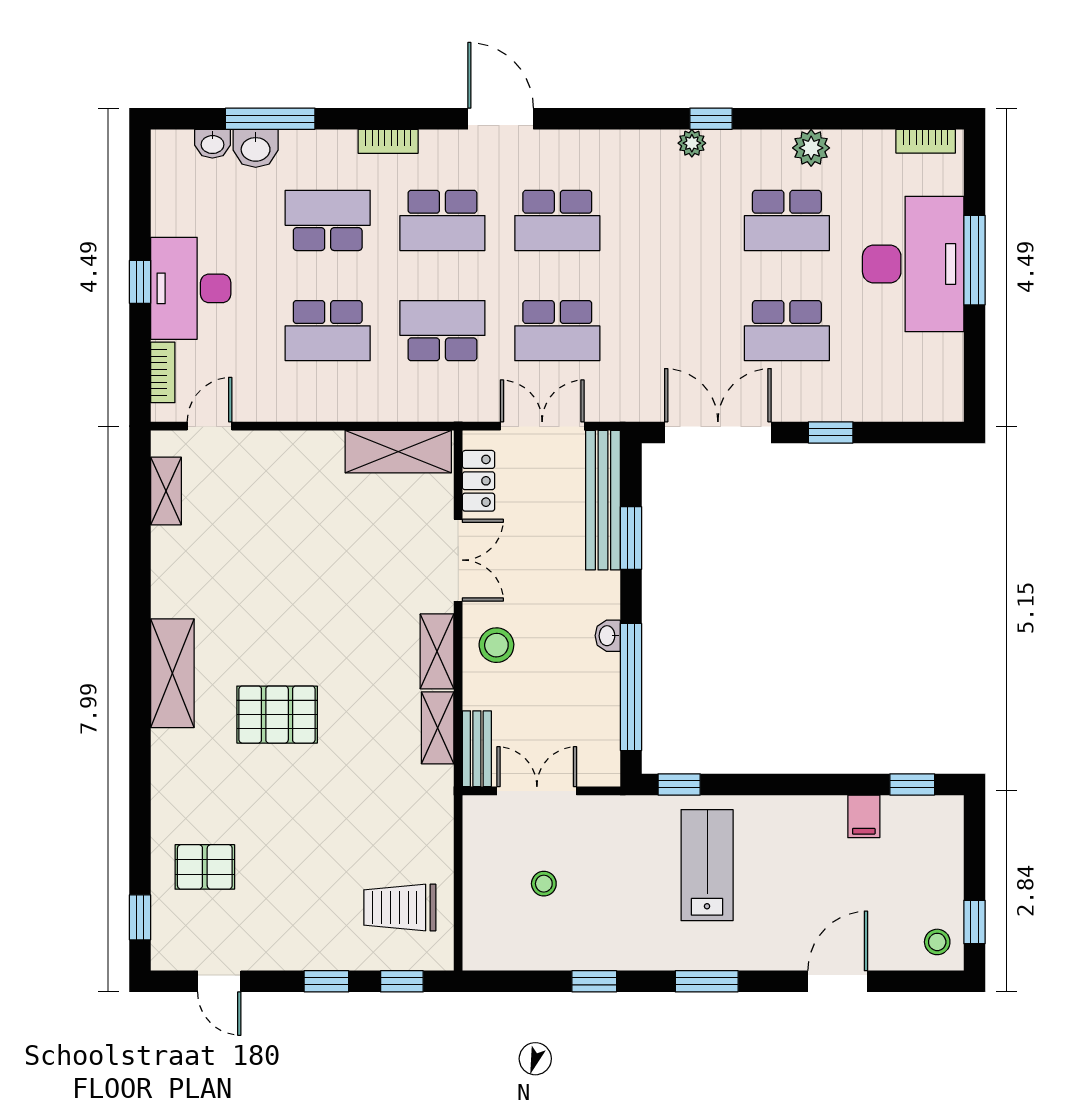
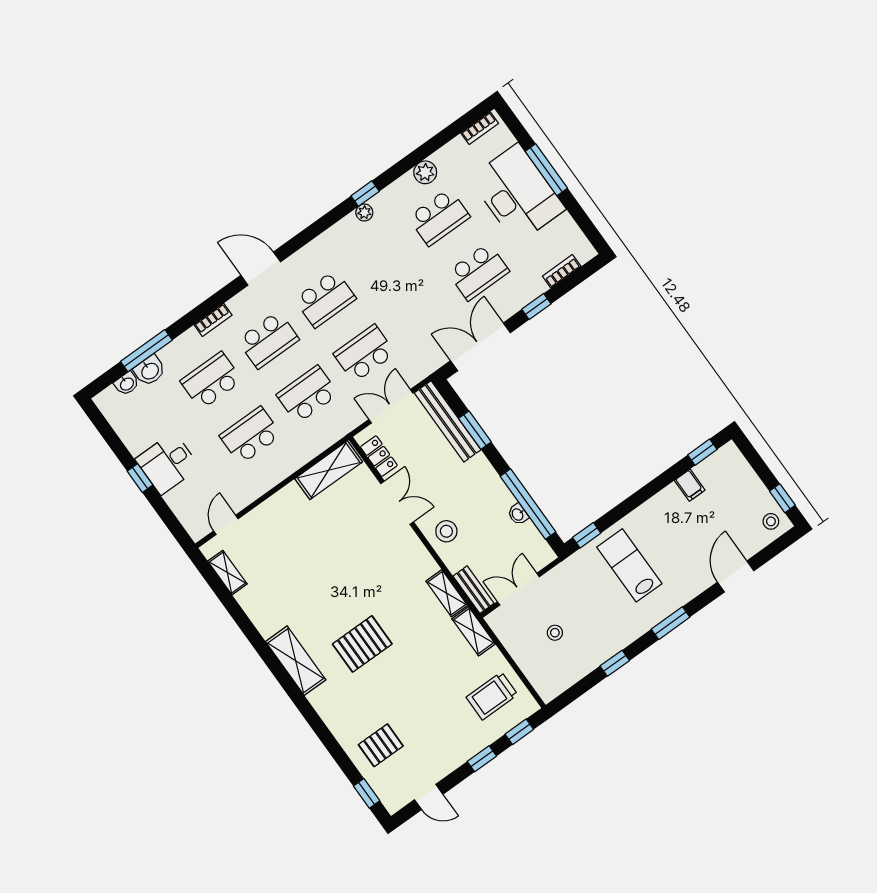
desk: (191, 288) -> (167, 463), width x0.73
school desk: (328, 331) -> (250, 435), turned 180
school desk: (557, 331) -> (364, 354), turned 180
bookcase: (163, 372) -> (562, 271), moved, turned -90
washbasin: (608, 636) -> (518, 514), moved
shelving: (437, 651) -> (474, 631), moved

